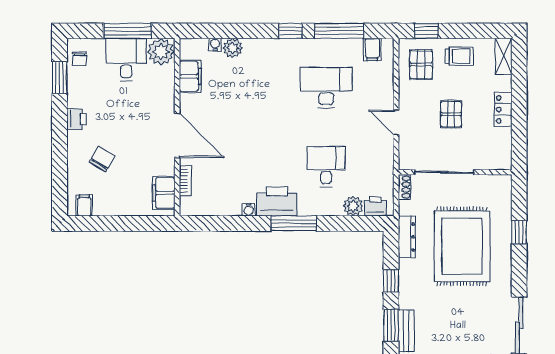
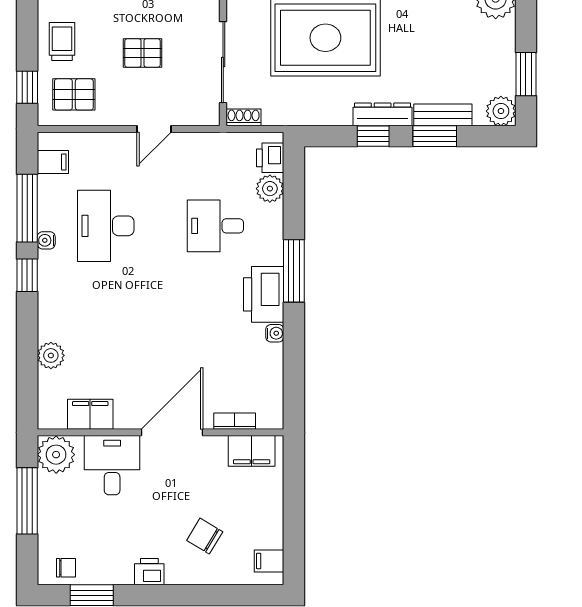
water cooler: (215, 45) -> (46, 240), moved
desk: (126, 60) -> (112, 465), moved, turned 90
dresser: (407, 237) -> (383, 114), moved

